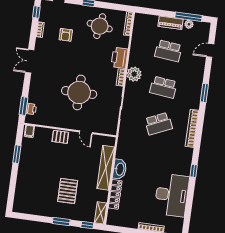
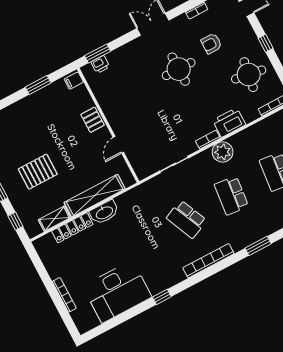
round table: (79, 92) -> (179, 69), moved, width x0.73, depth x0.73
shelving: (101, 213) -> (54, 219), moved

